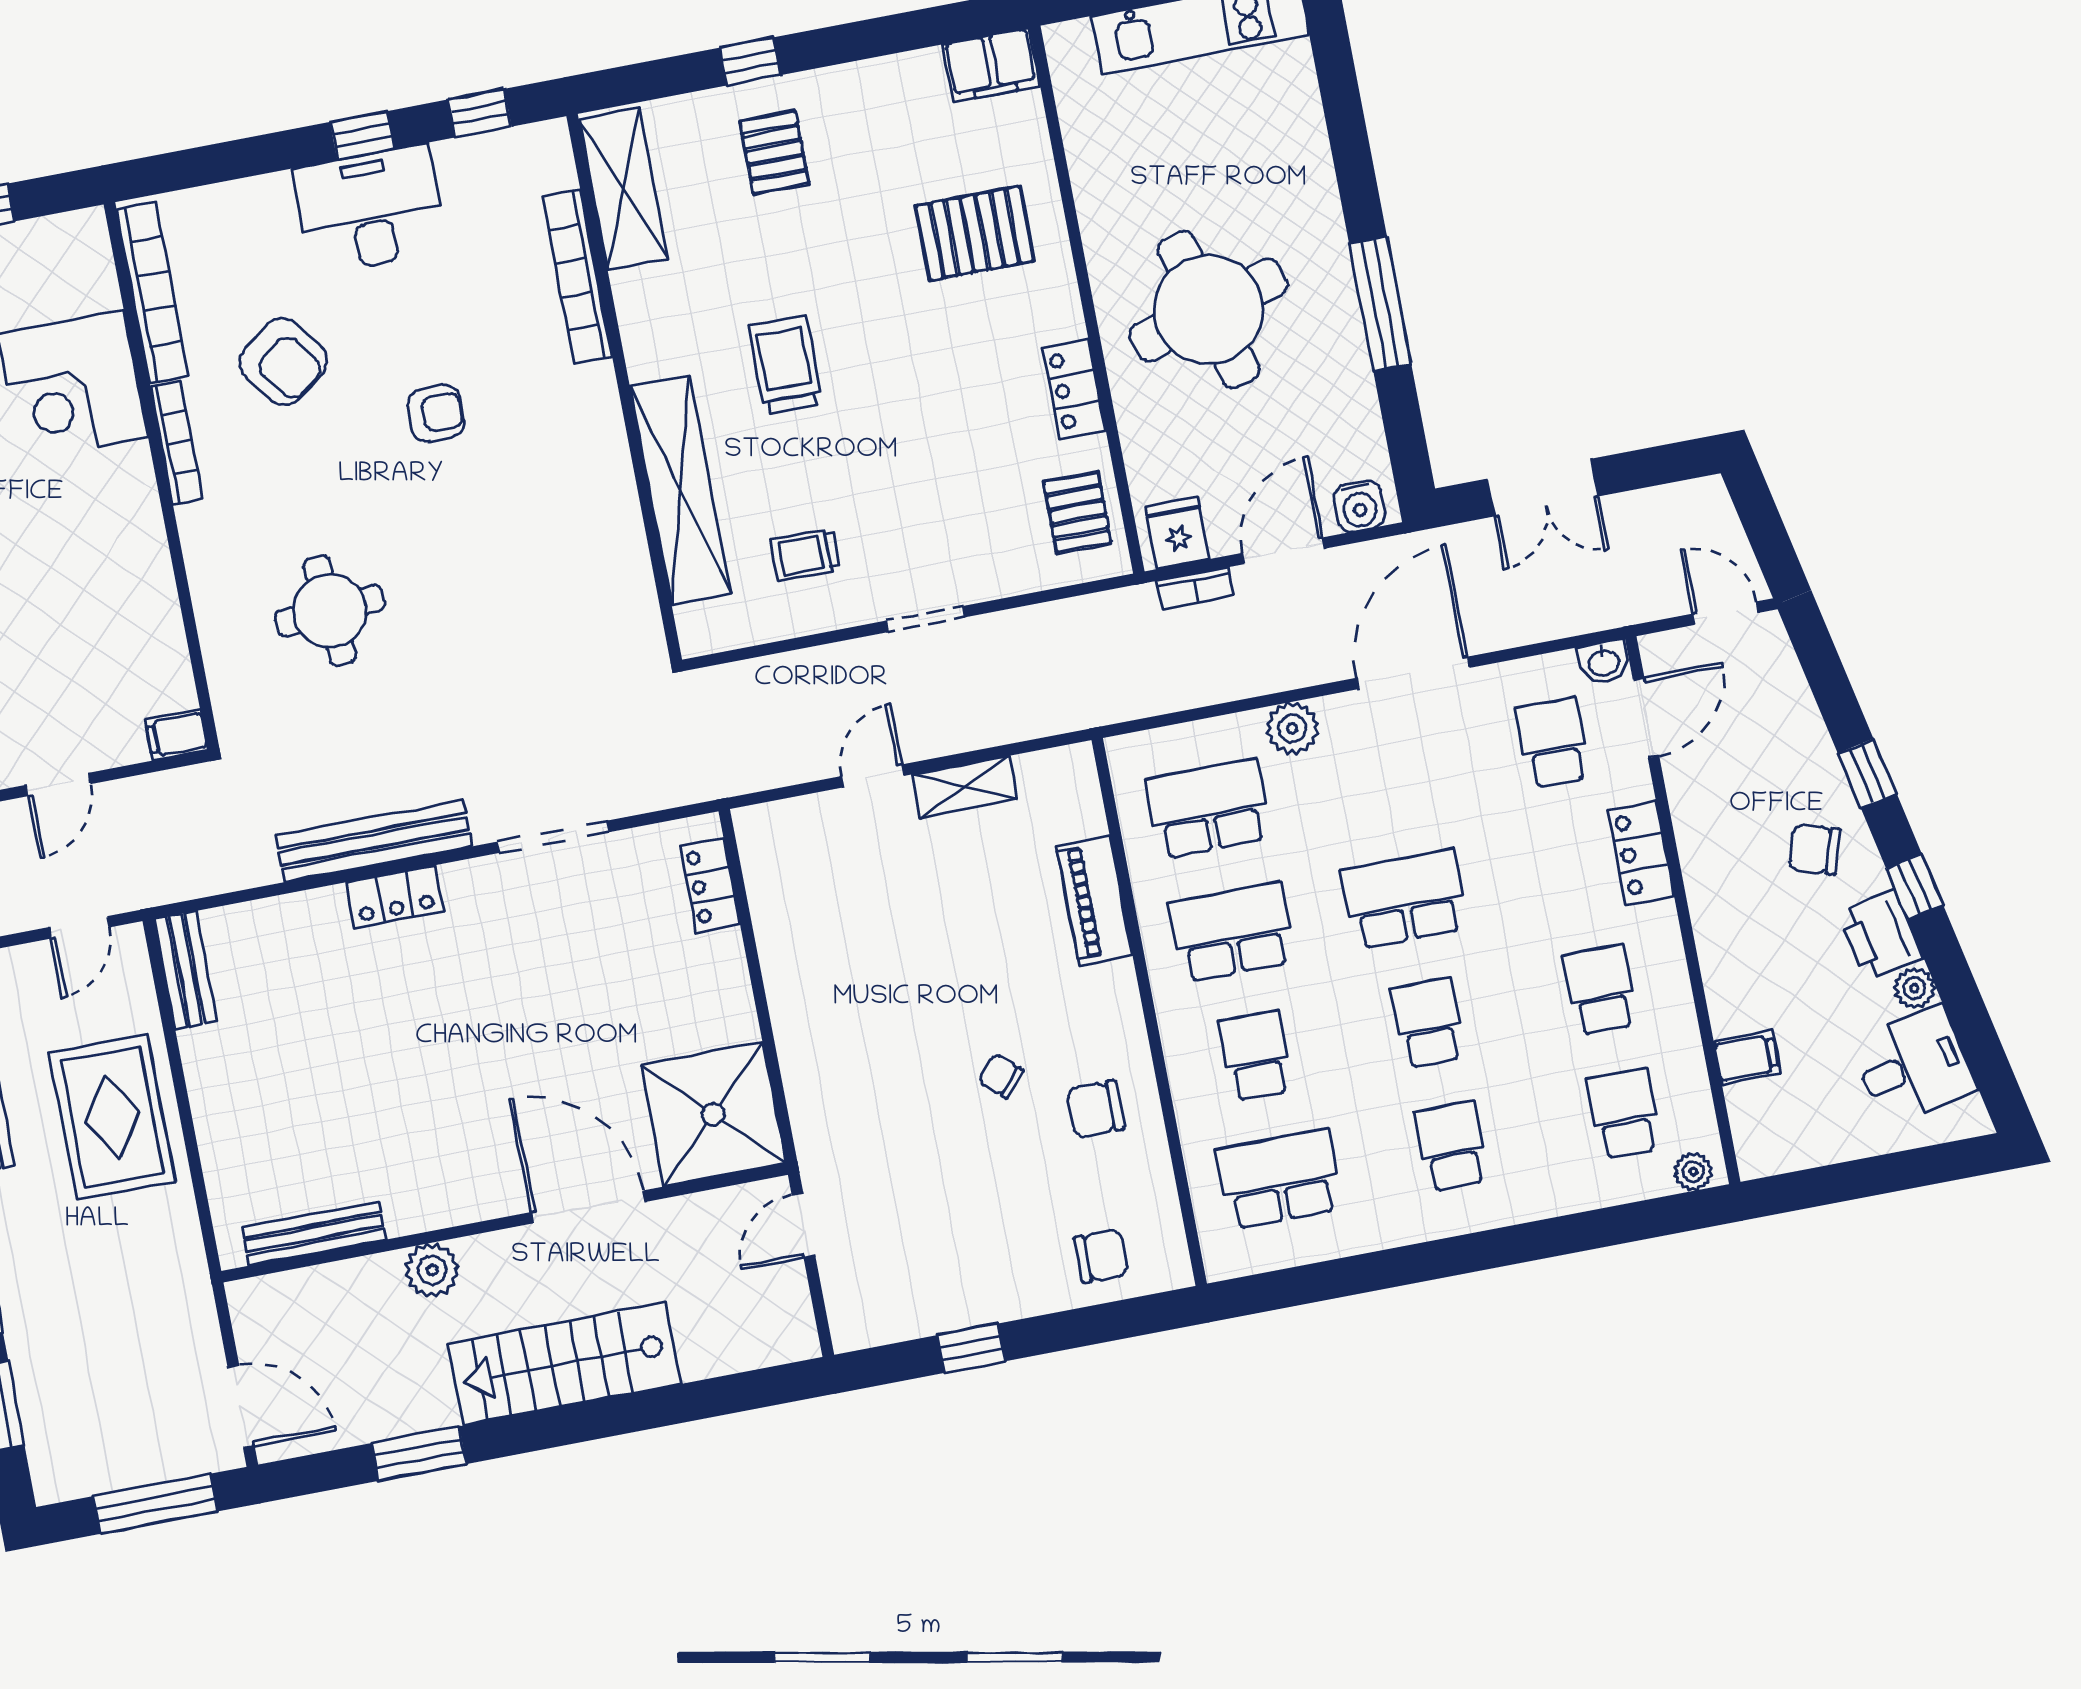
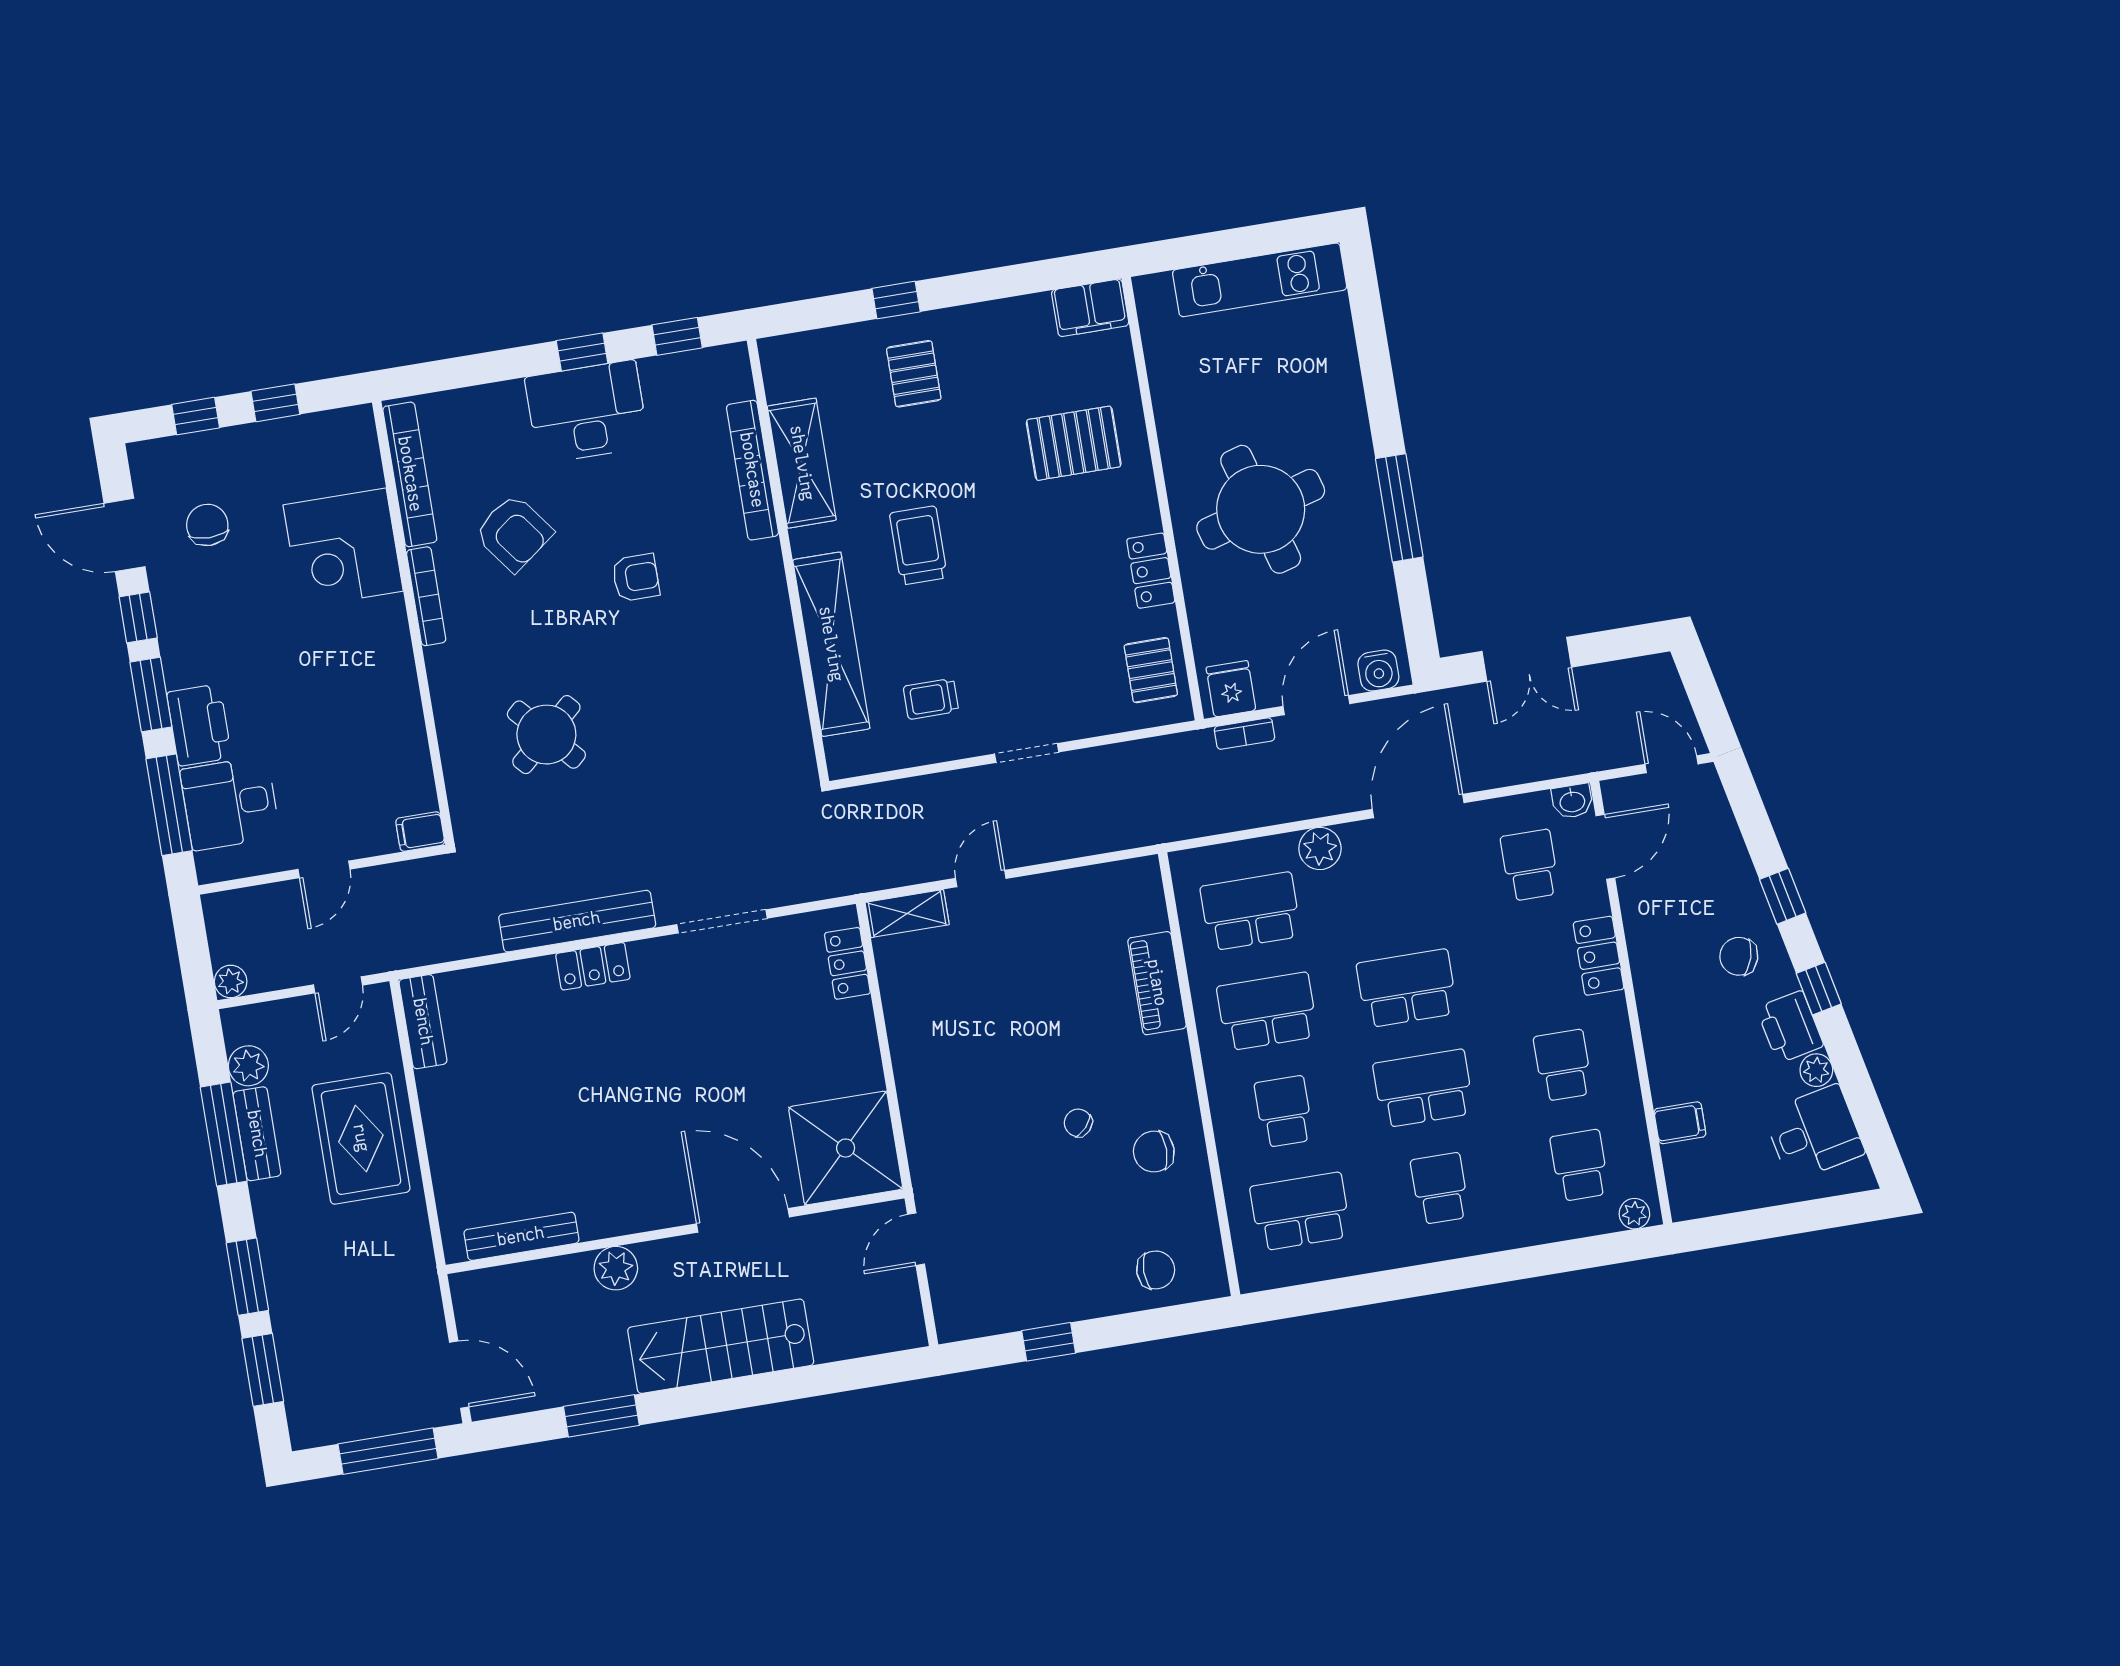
shelving: (623, 189) -> (802, 463), moved
round table: (330, 611) -> (546, 735), turned -37
shelving: (965, 787) -> (907, 914), moved
school desk: (1428, 1023) -> (1423, 1088), width x1.85

